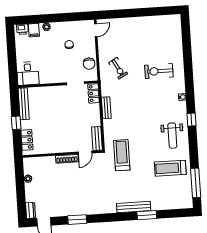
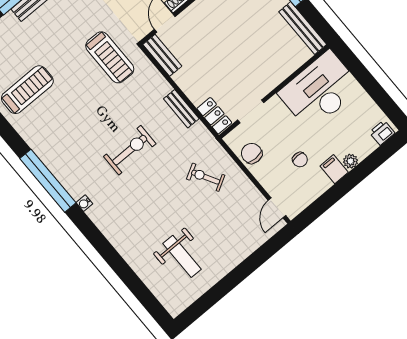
filing cabinet: (34, 30) -> (334, 169), moved
exercise bike: (159, 71) -> (130, 150), moved
desk: (28, 74) -> (320, 90), width x1.87, depth x1.30
window: (192, 120) -> (48, 181), width x3.17
weight bench: (172, 136) -> (182, 256), moved, turned 180

